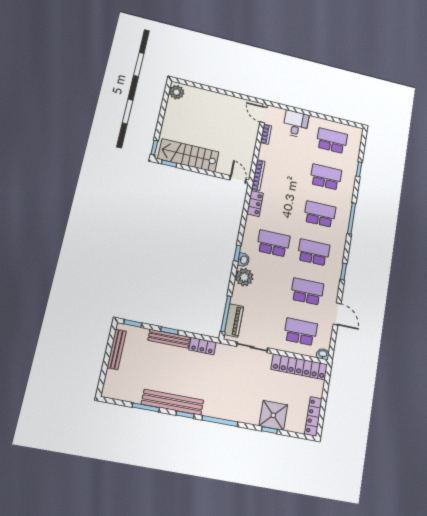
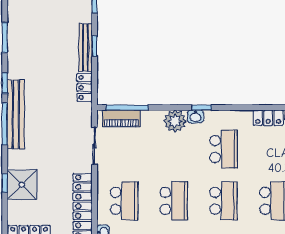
bench: (173, 402) -> (16, 114), moved

